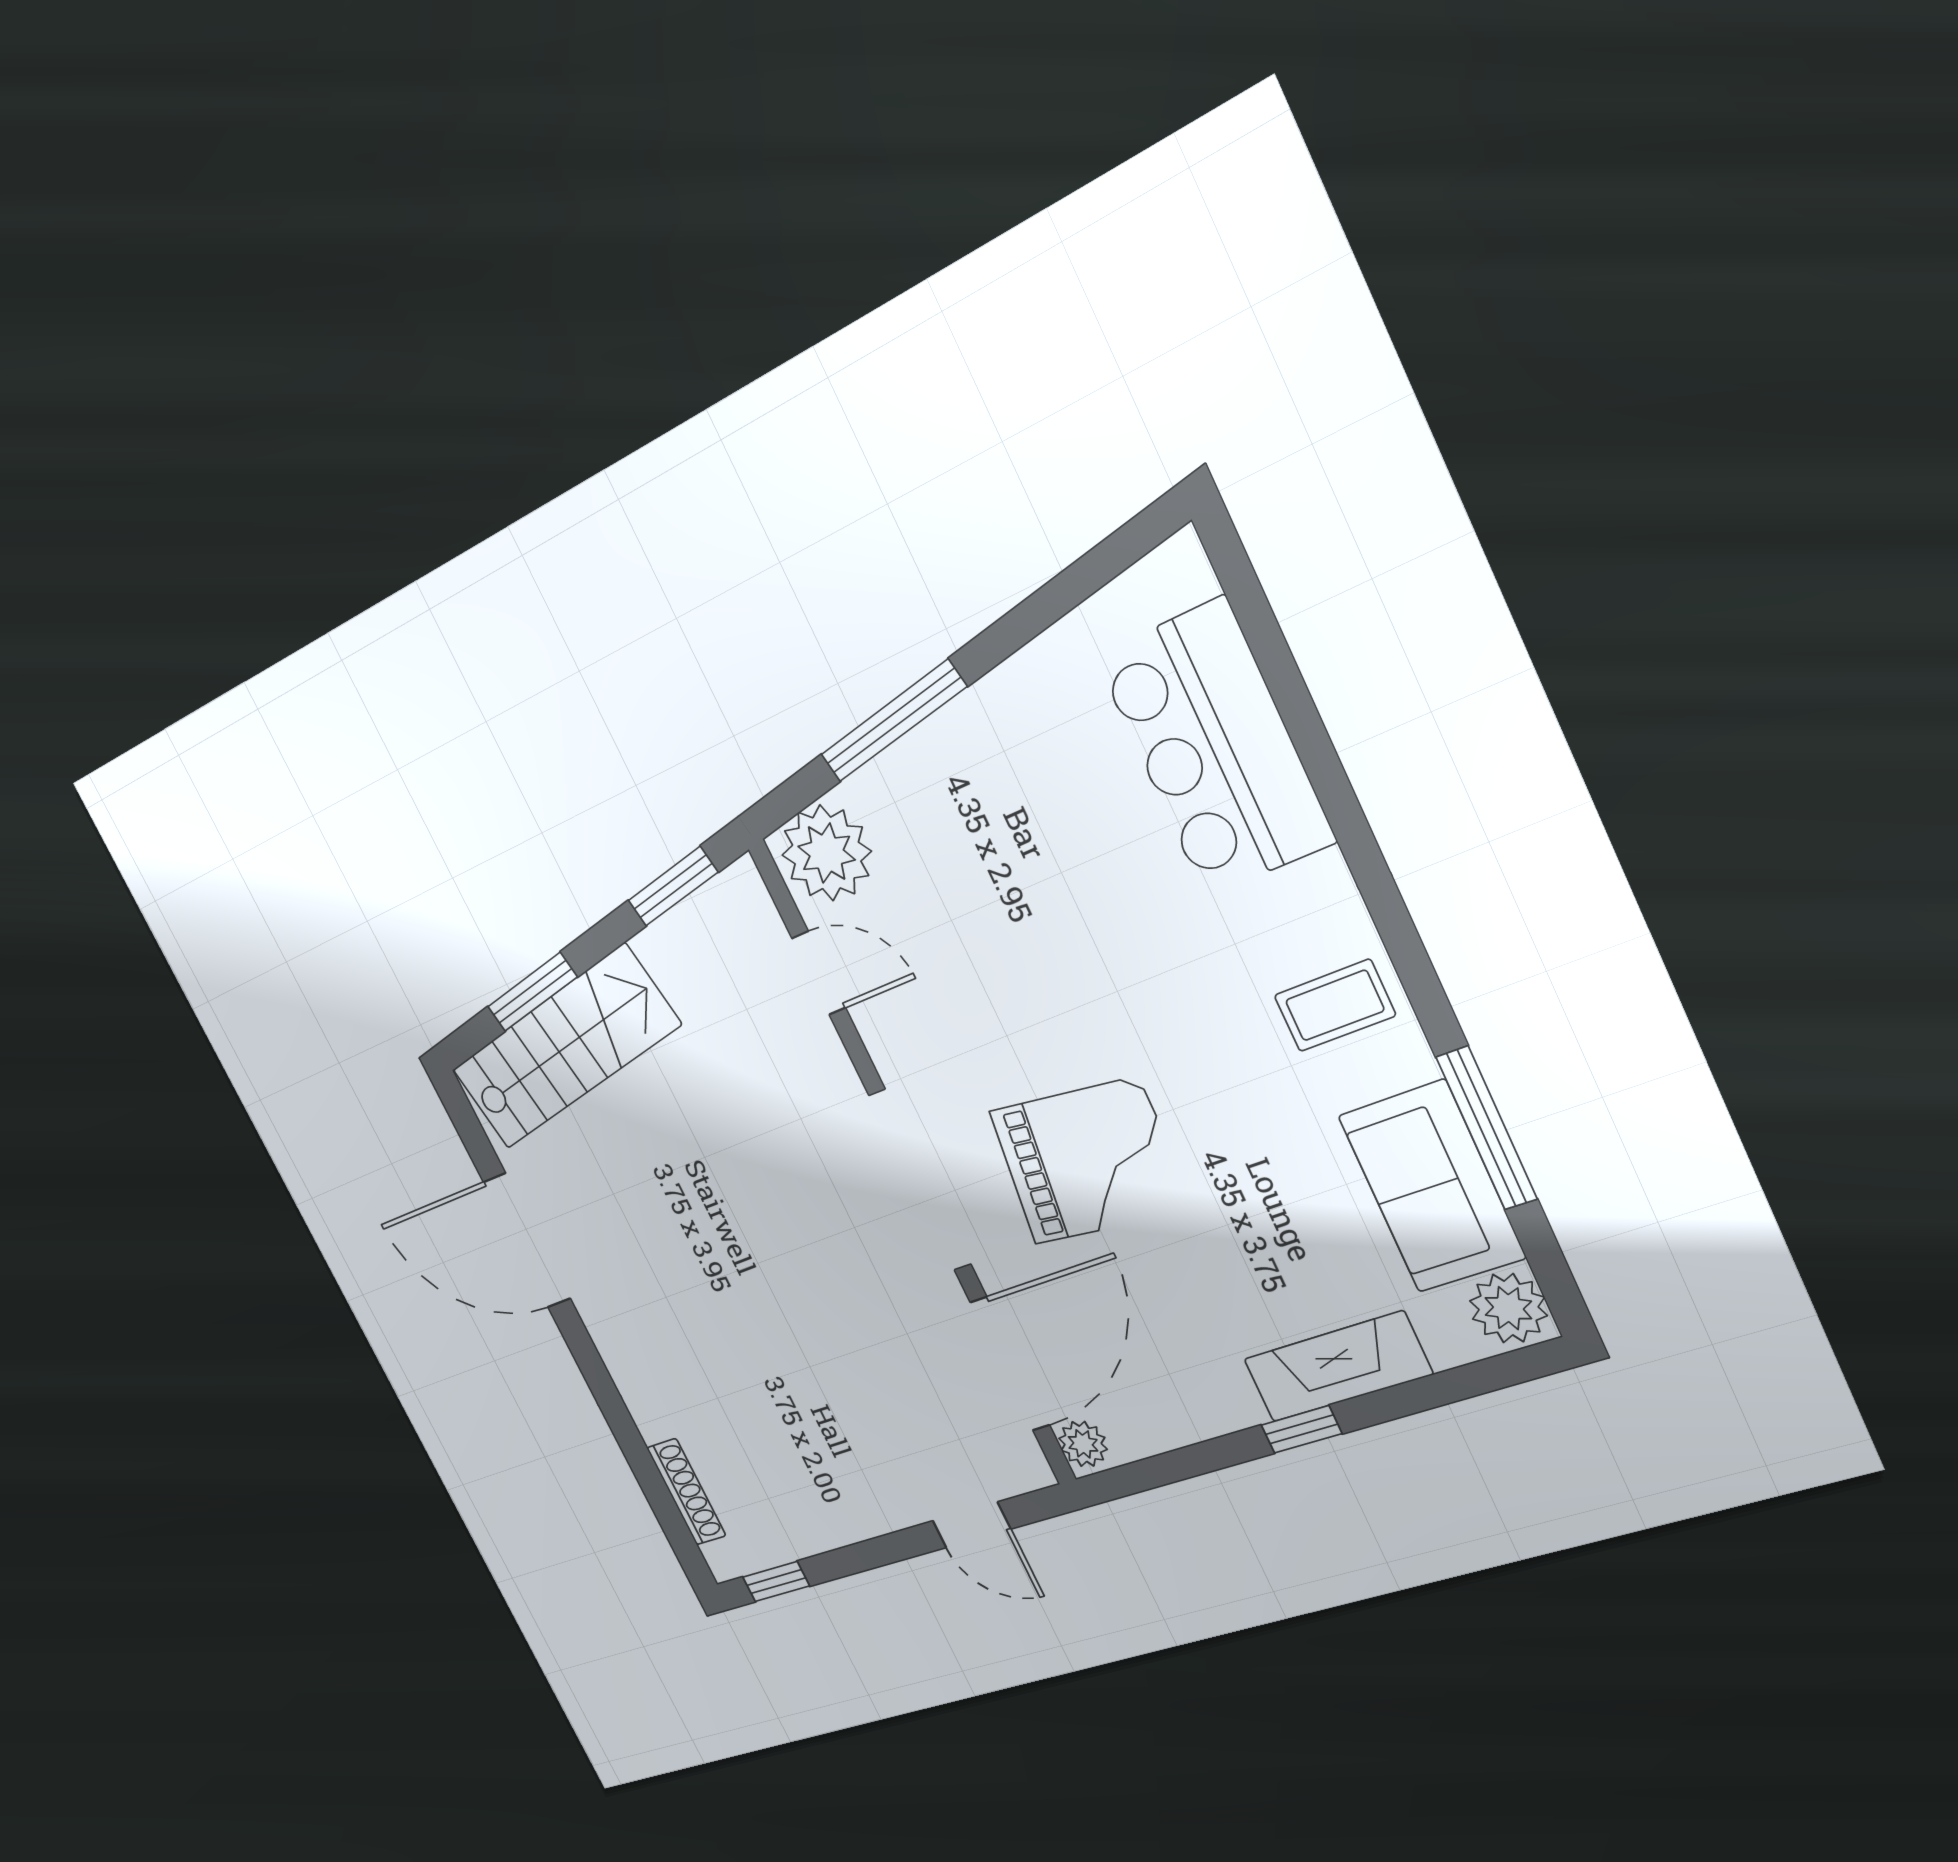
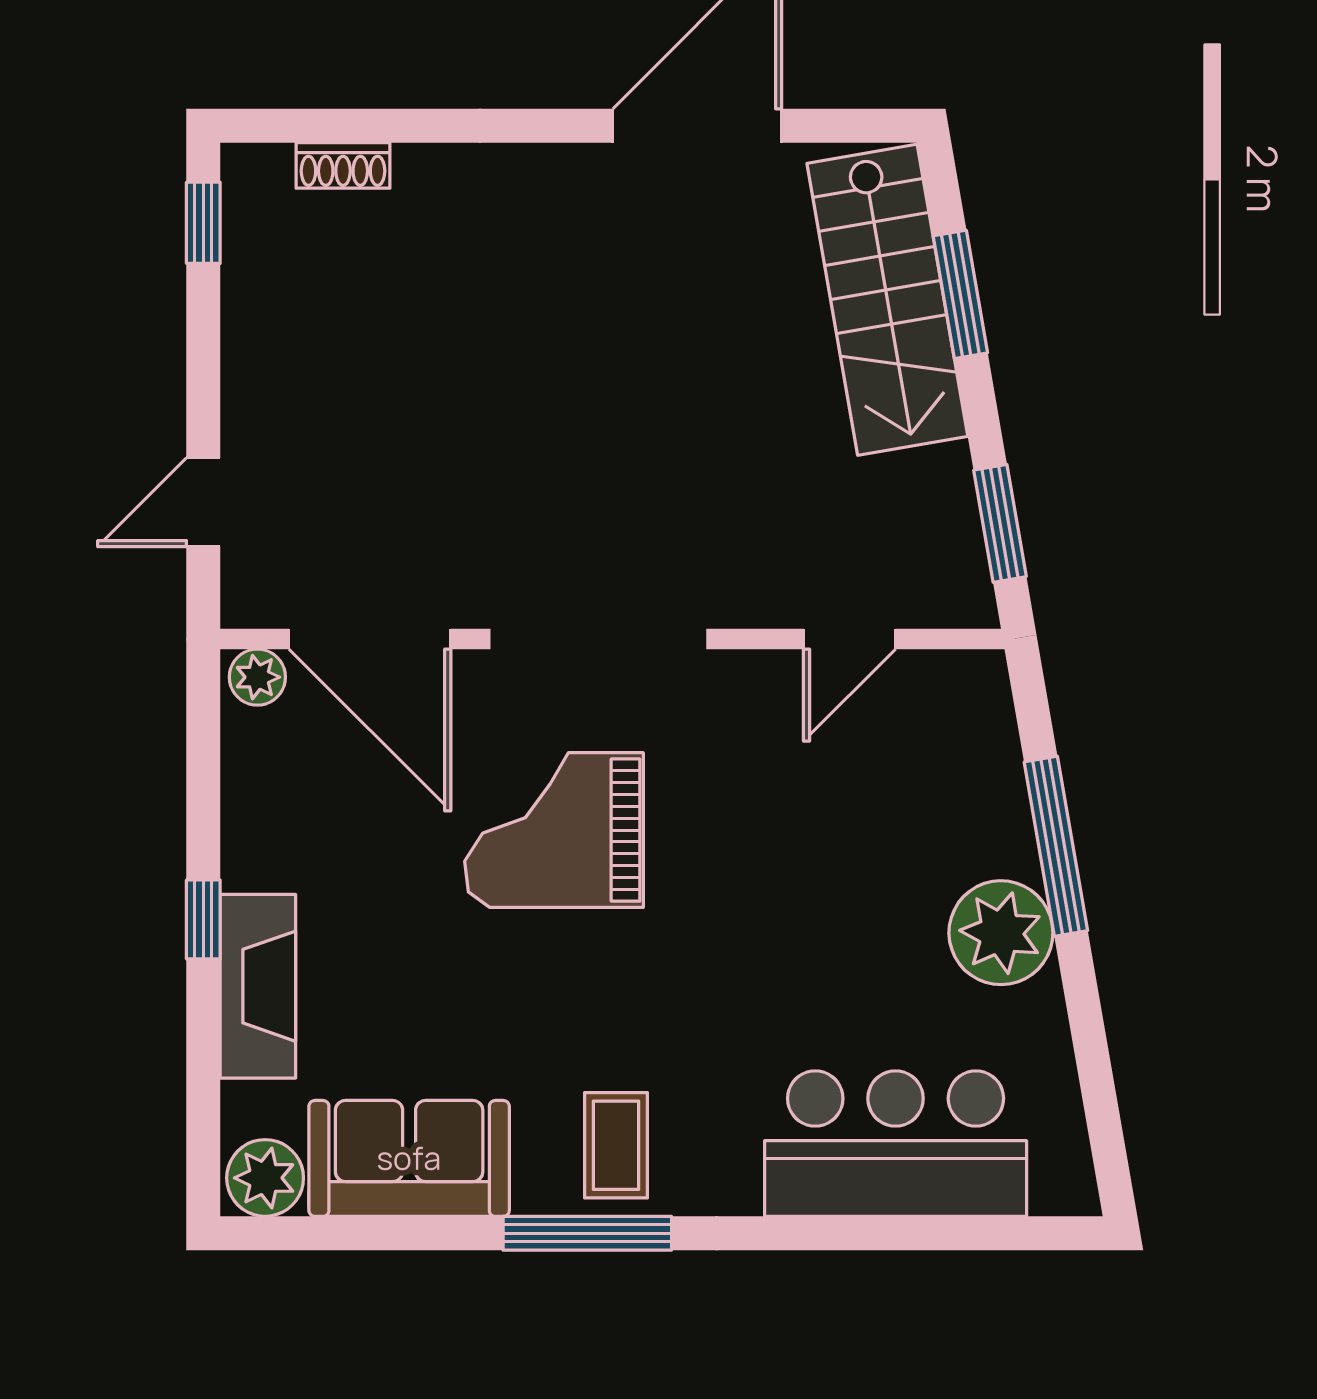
plant: (827, 853) -> (1001, 933), moved
window: (1487, 1128) -> (587, 1233), moved
grand piano: (1088, 1161) -> (554, 830), turned 83
shoe rack: (686, 1492) -> (343, 165), width x0.70

